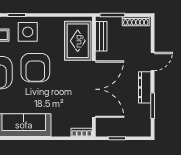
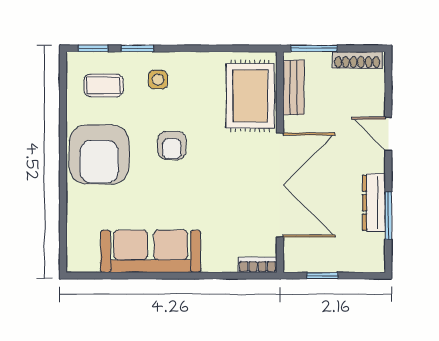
side table: (28, 32) -> (158, 80), width x0.54, depth x0.54
door: (153, 61) -> (388, 134), swing flipped
armchair: (35, 68) -> (172, 145), width x0.53, depth x0.53
dresser: (145, 87) -> (374, 203), moved

